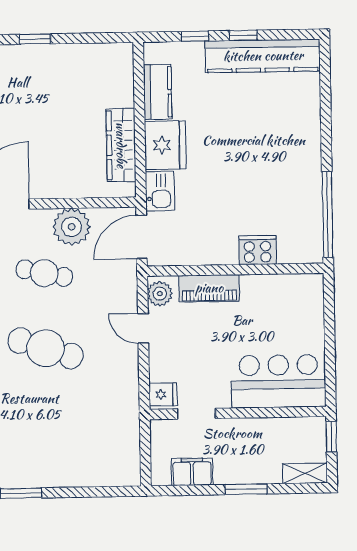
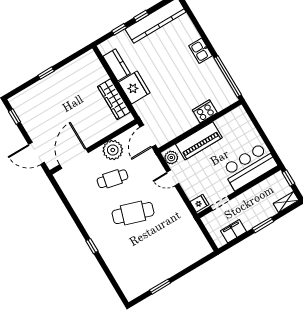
kitchen sink: (160, 191) -> (201, 51), moved, turned 180
piano: (209, 288) -> (199, 141), width x1.37, depth x1.33

